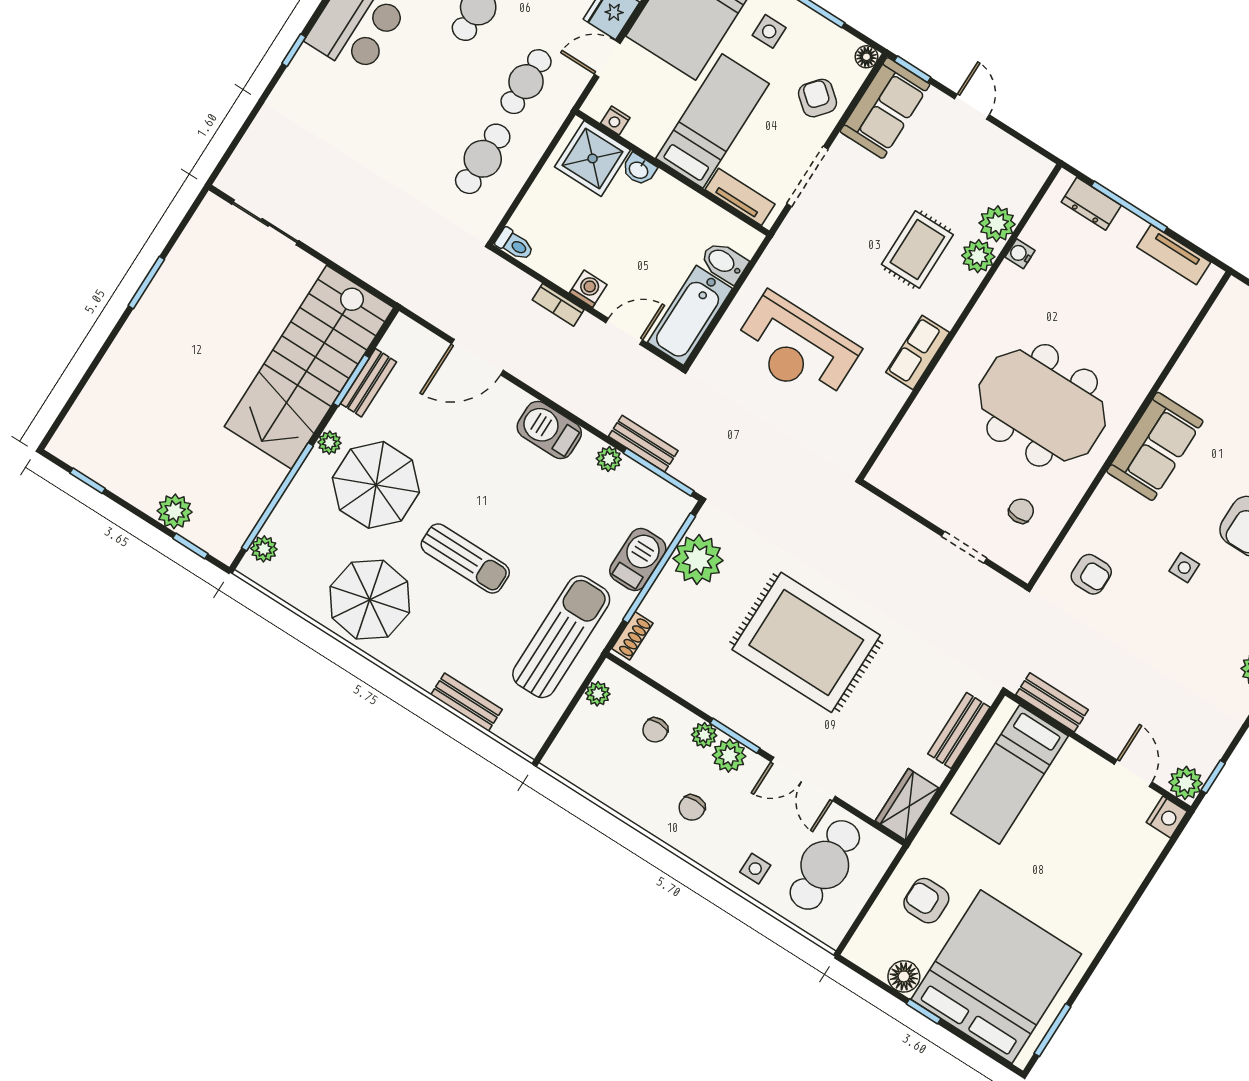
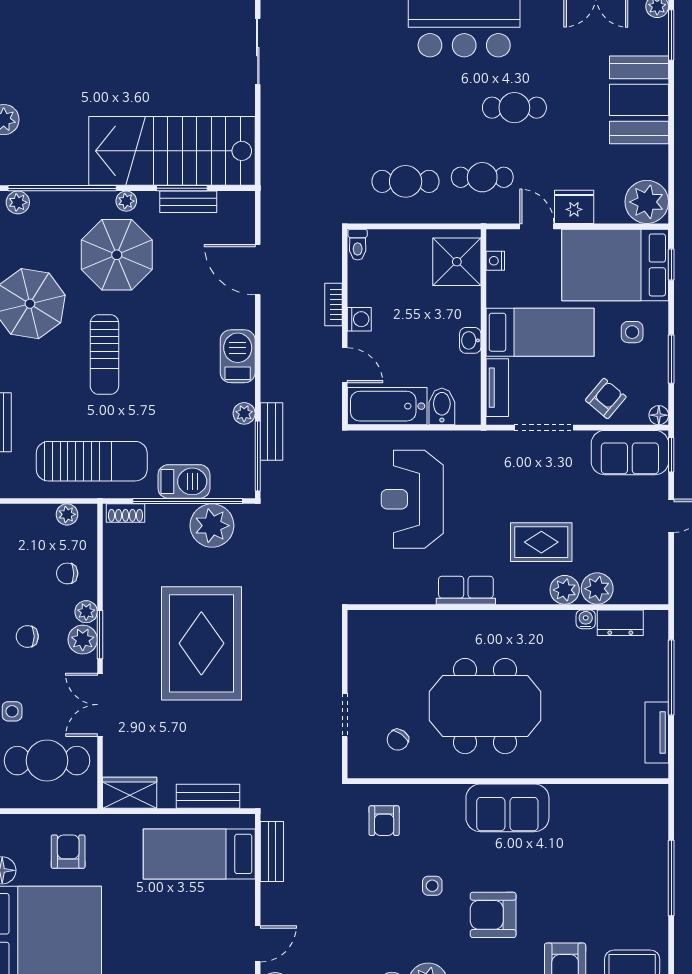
washbasin: (639, 170) -> (470, 340), moved
dresser: (1091, 204) -> (620, 623), moved, turned -90
meeting table: (1042, 405) -> (485, 706), turned 90
chair: (1021, 511) -> (398, 740), turned 125

